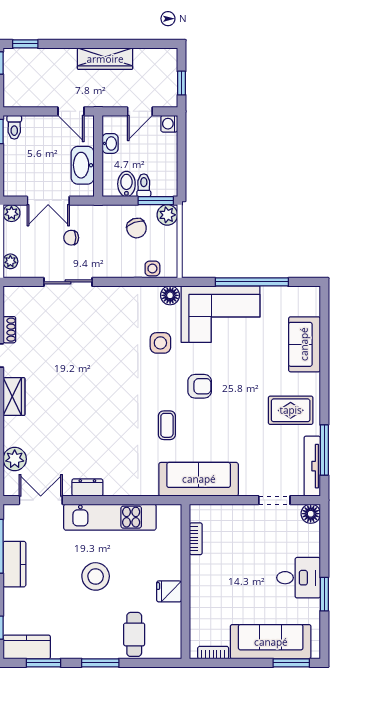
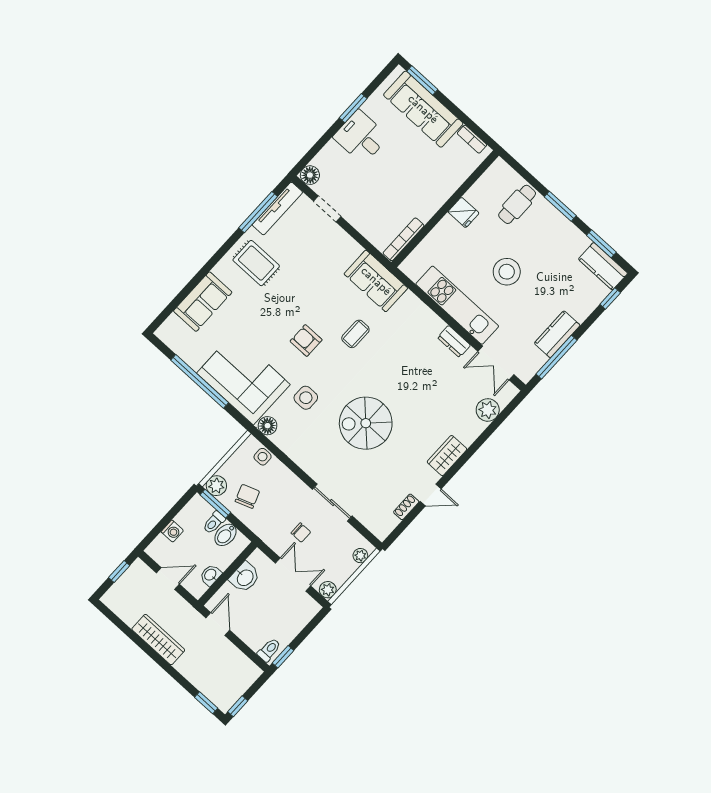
washing machine: (169, 124) -> (172, 531), moved
washbasin: (83, 165) -> (245, 577), width x0.72
spiral stairs: (98, 365) -> (366, 423), added
sofa: (199, 479) -> (376, 281), width x0.73
bookcase: (196, 539) -> (403, 239), width x1.56

